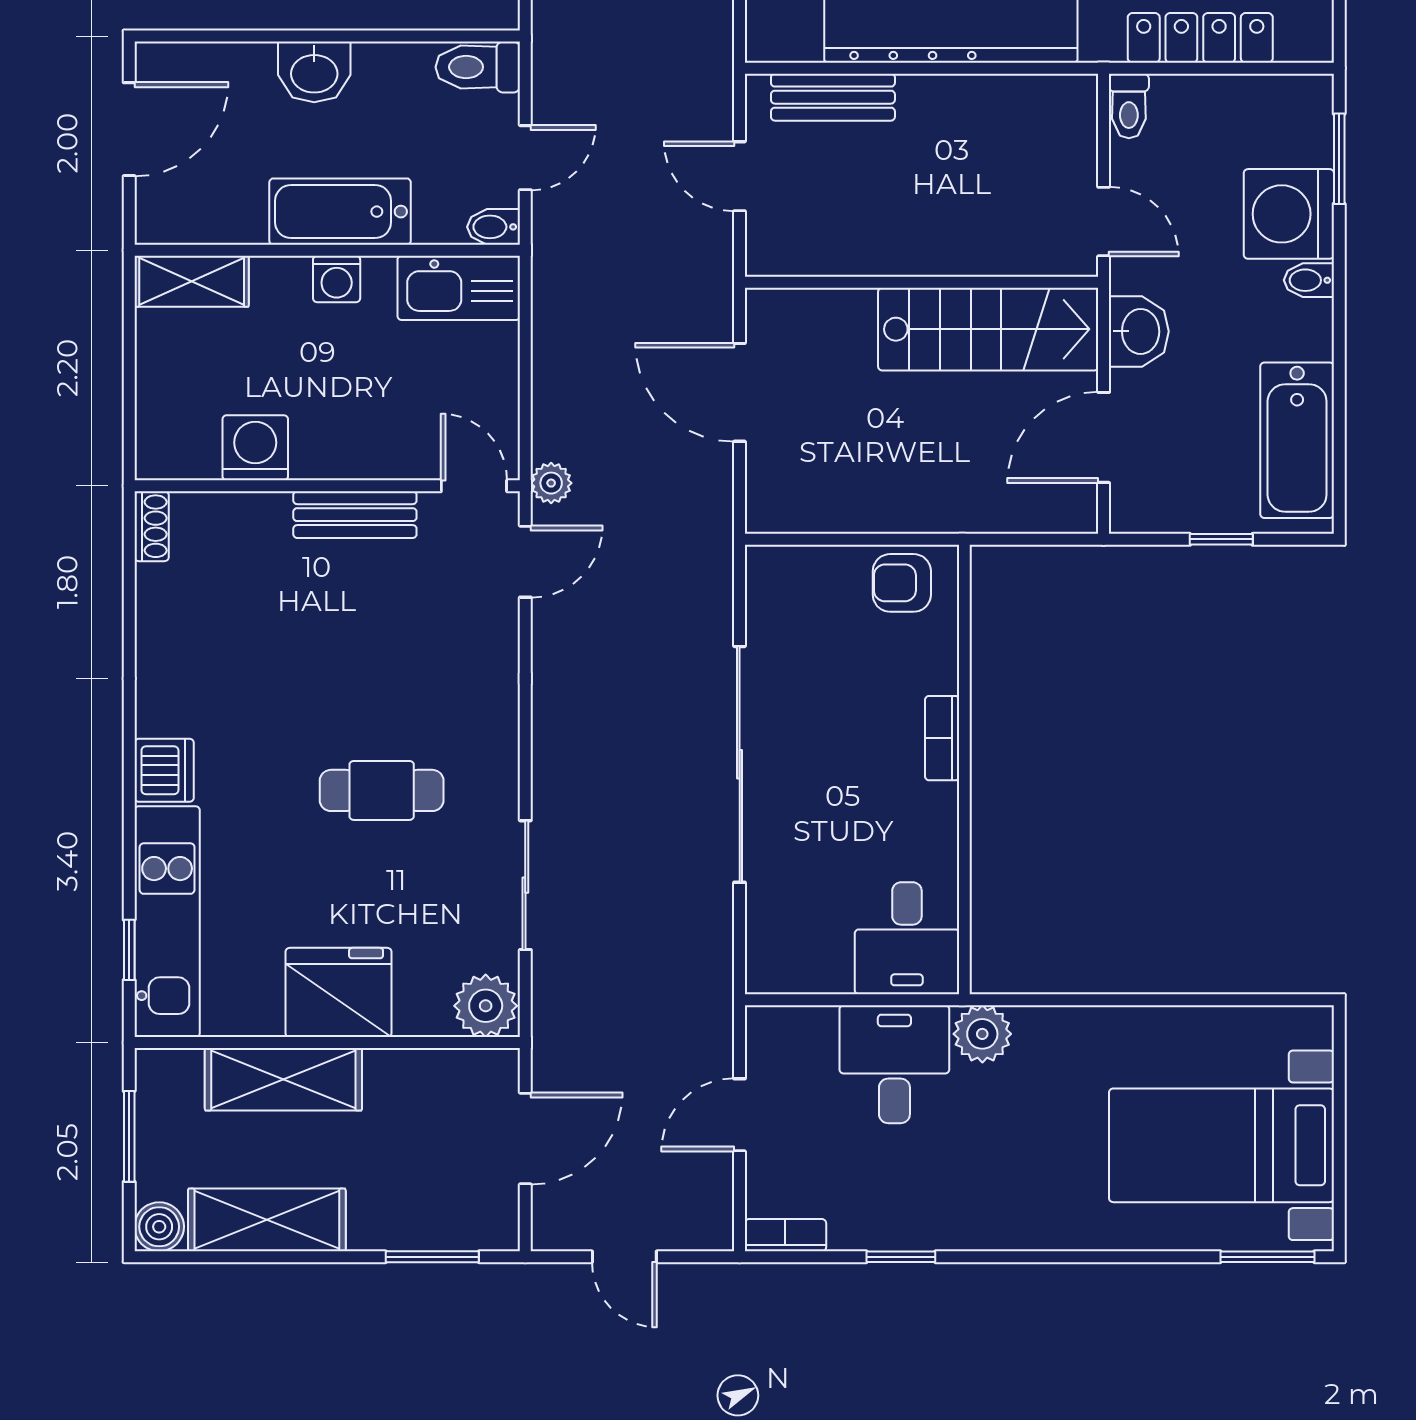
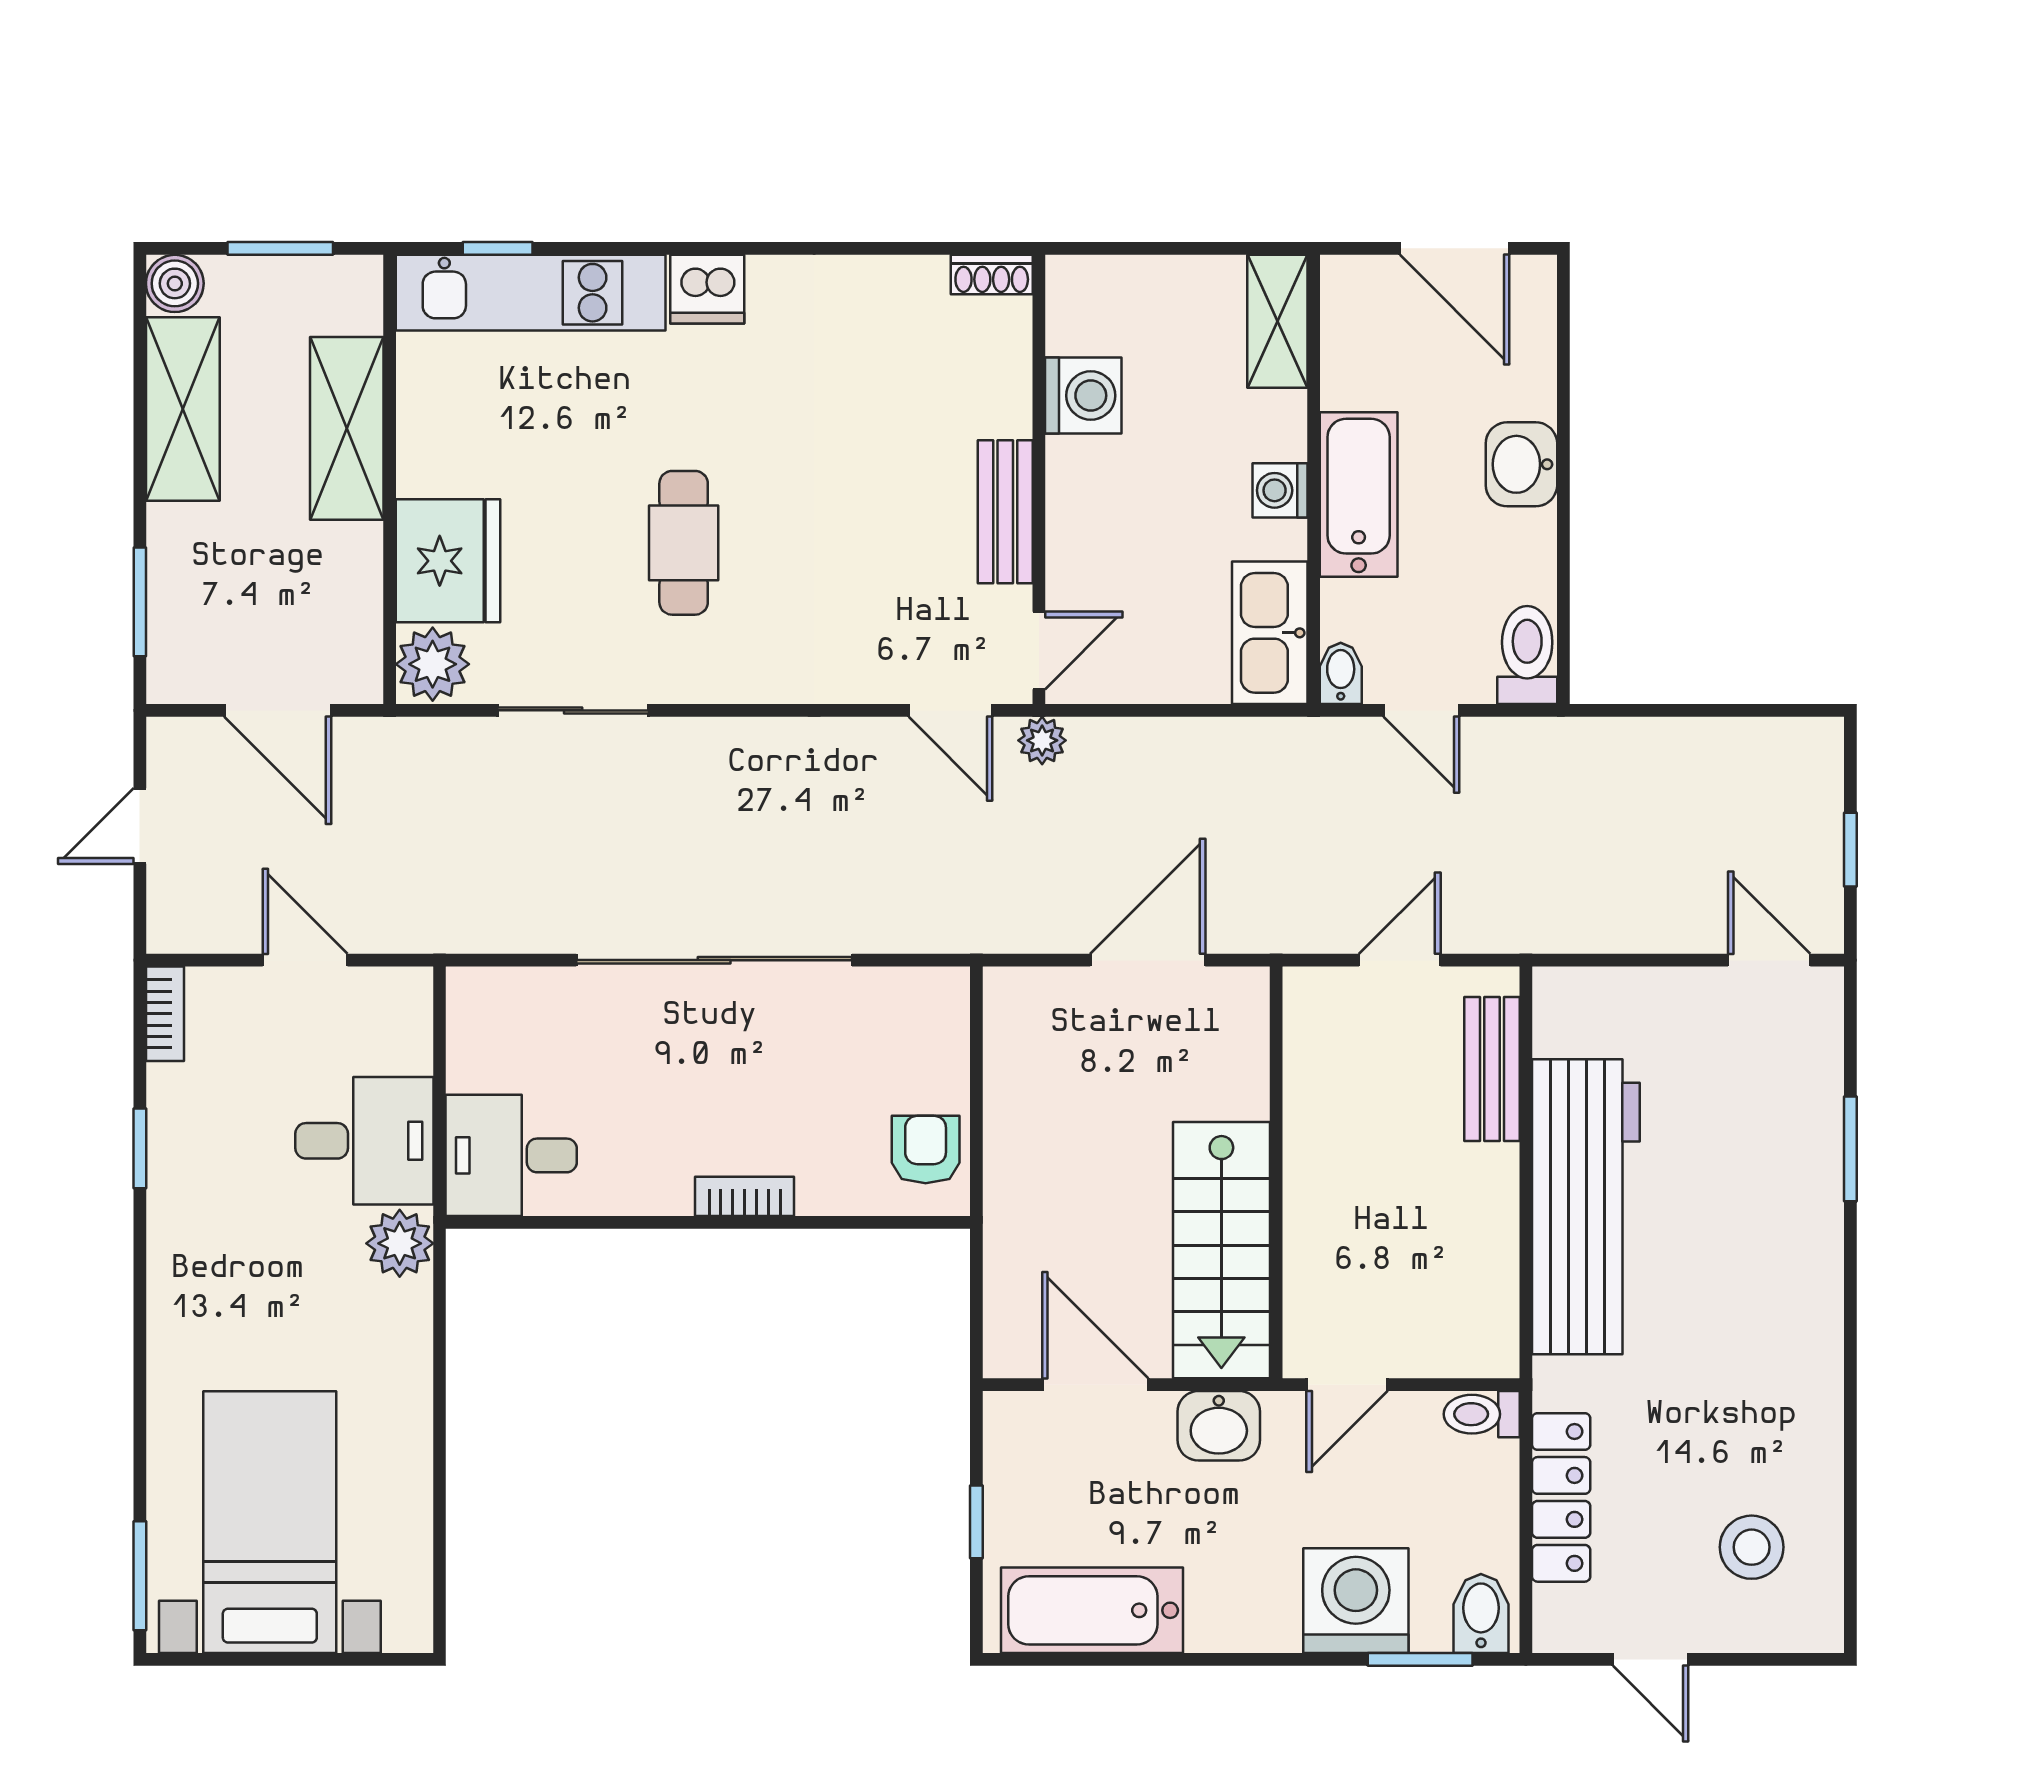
bidet: (1309, 280) -> (1481, 1613), moved, width x1.38, depth x1.36
fridge: (339, 992) -> (448, 561), moved

